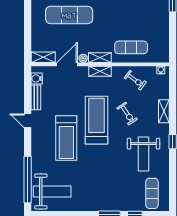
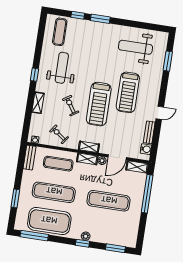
exercise mat: (131, 15) -> (54, 192), added
window: (28, 29) -> (147, 194), added
bench: (164, 49) -> (29, 158), added
door: (28, 121) -> (160, 113), hinge flipped
treadmill: (66, 138) -> (128, 92), turned 180
window: (28, 180) -> (168, 61), width x0.47
weight bench: (52, 192) -> (135, 47), moved

